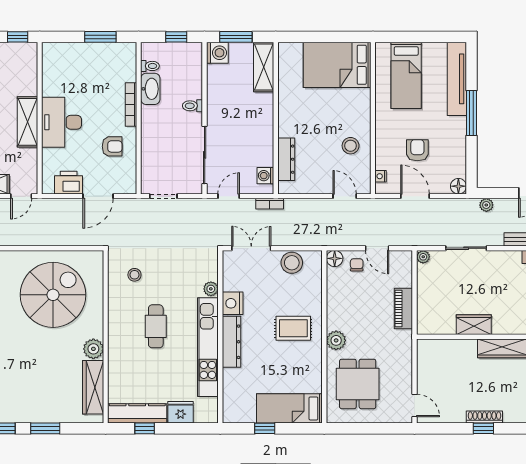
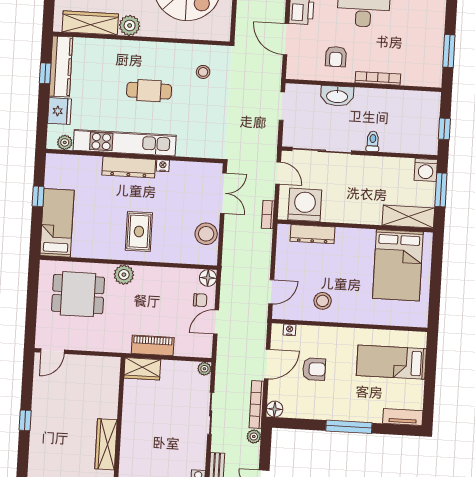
bed: (337, 65) -> (398, 265), moved, turned 180
toilet: (150, 66) -> (416, 100), removed
tv unit: (457, 79) -> (403, 417), width x0.52, depth x0.78
washbasin: (150, 89) -> (337, 96), moved
washing machine: (265, 176) -> (305, 205), width x1.89, depth x1.89
bookcase: (455, 204) -> (256, 404), added
plant: (211, 289) -> (65, 142), moved
nightstand: (233, 303) -> (163, 166), width x0.53, depth x0.56
wardrobe: (474, 325) -> (142, 369), moved, turned 90
shoe rack: (484, 417) -> (37, 422), removed

